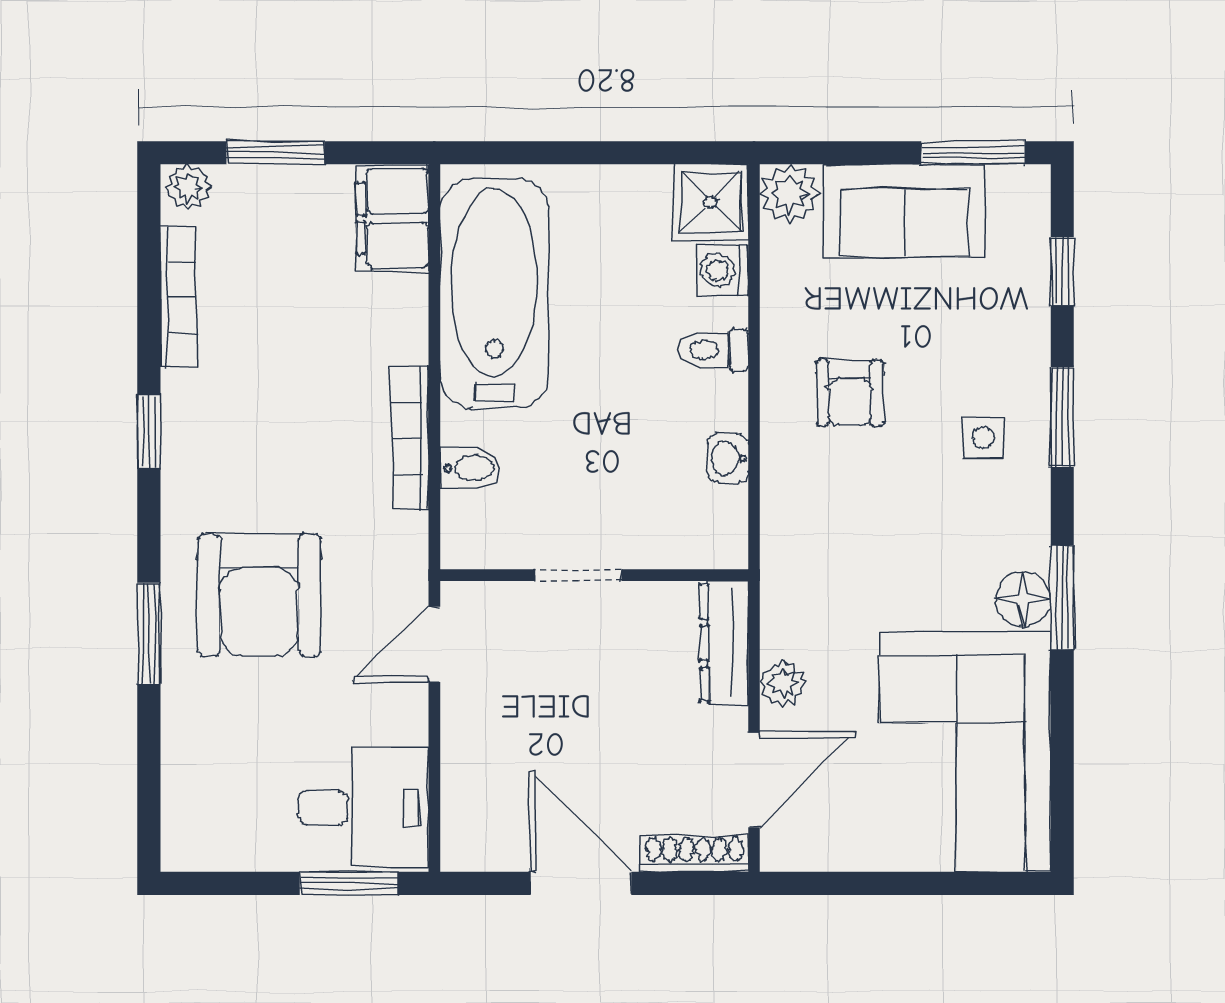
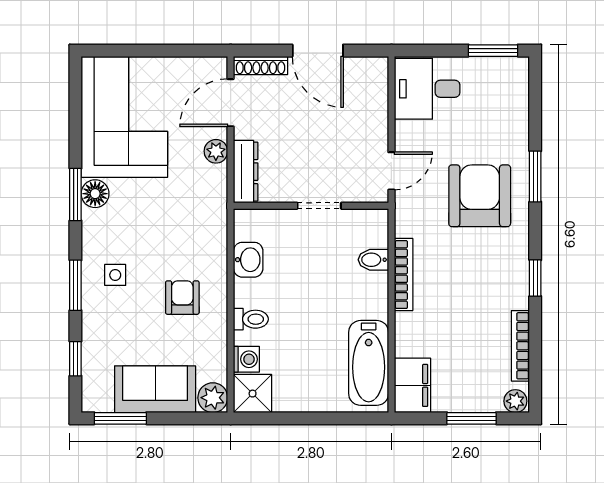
bathtub: (494, 294) -> (369, 363), width x0.73, depth x0.73
washbasin: (728, 458) -> (248, 260), width x1.38, depth x1.45
window: (349, 883) -> (493, 51), moved

